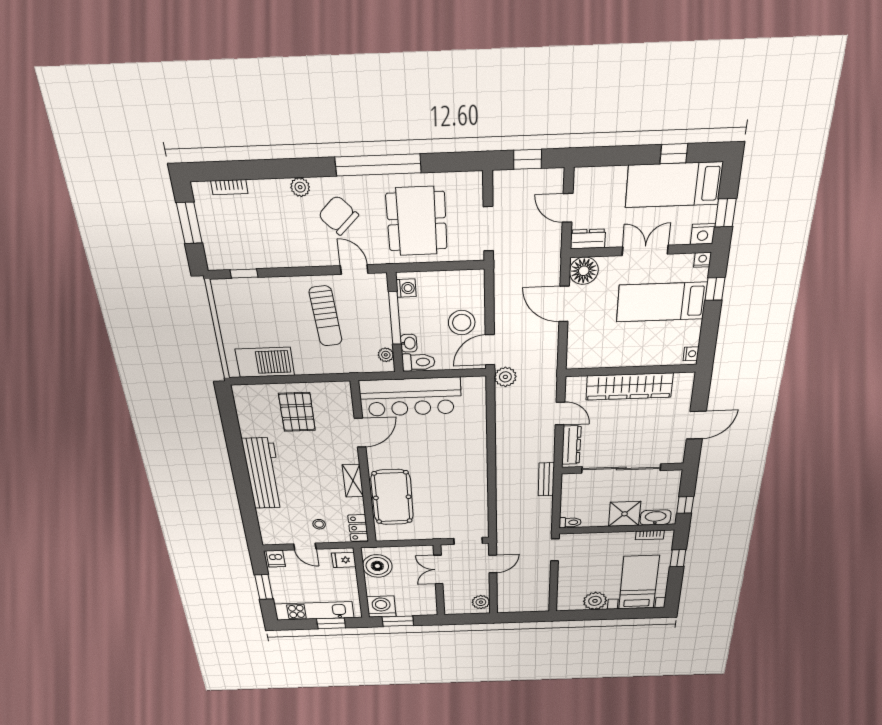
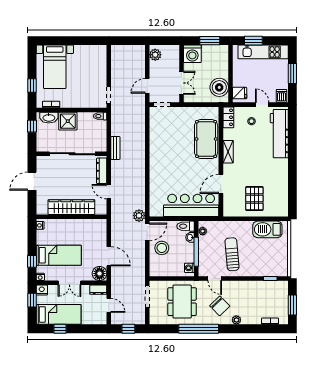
workbench: (263, 474) -> (279, 134), moved
plant: (595, 601) -> (82, 53), removed
washing machine: (381, 607) -> (192, 54), moved

